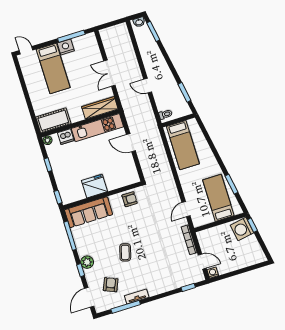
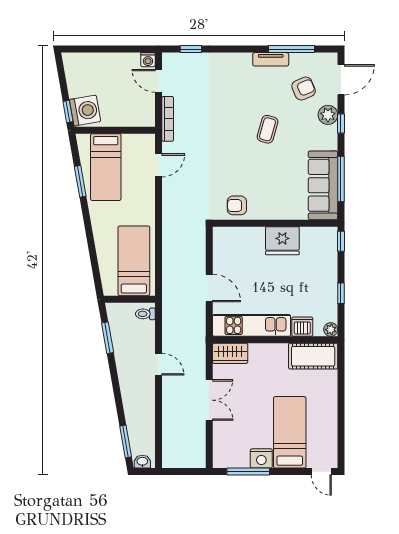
wardrobe: (100, 108) -> (230, 353), width x0.67
sofa: (89, 212) -> (323, 185), moved, turned -90
plant: (87, 262) -> (328, 115), moved
armchair: (111, 285) -> (304, 88), turned -136

